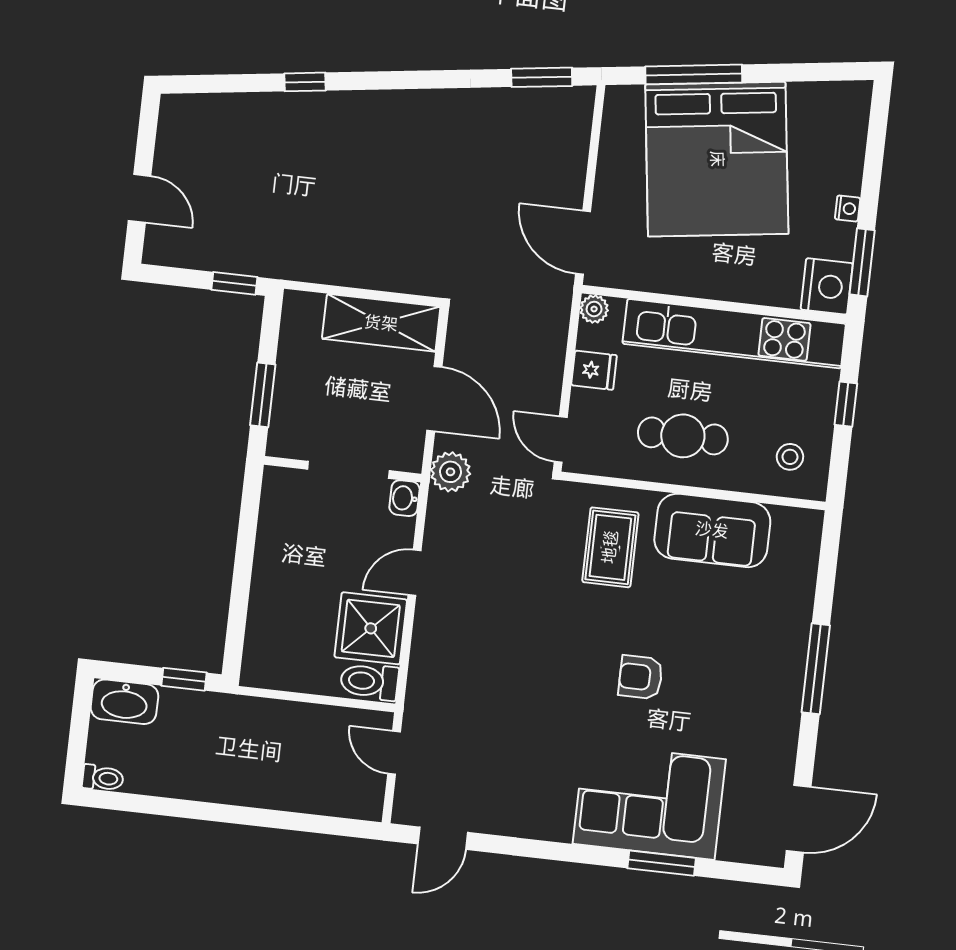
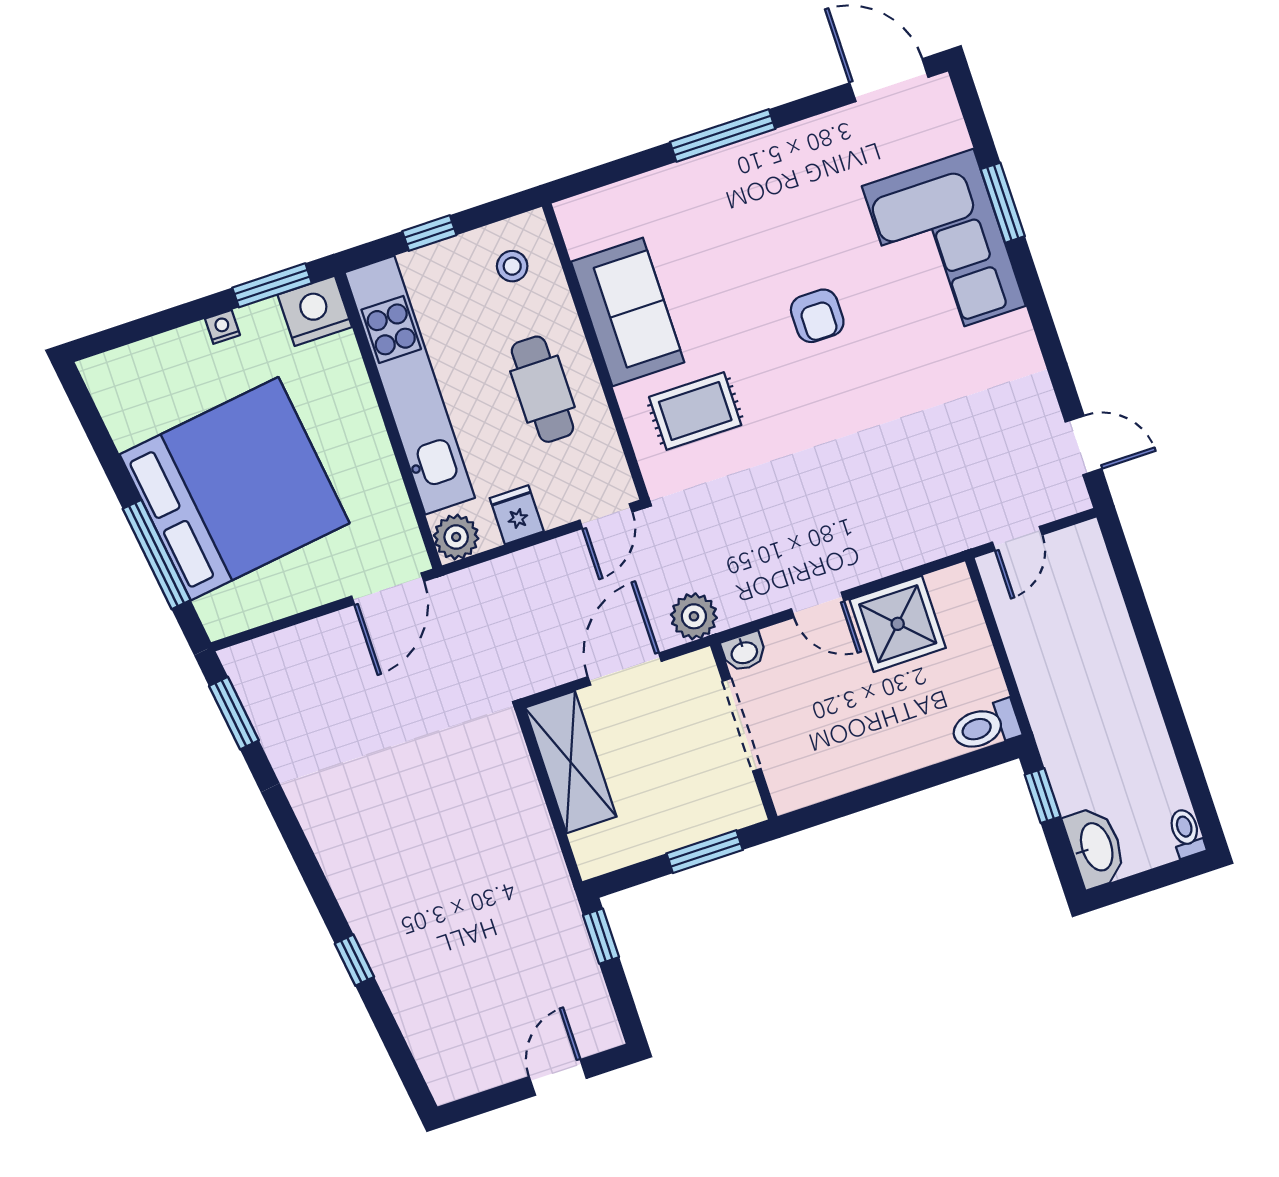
plant: (594, 309) -> (456, 537), width x1.38, depth x1.38
toilet: (369, 681) -> (985, 726), moved, turned 90

